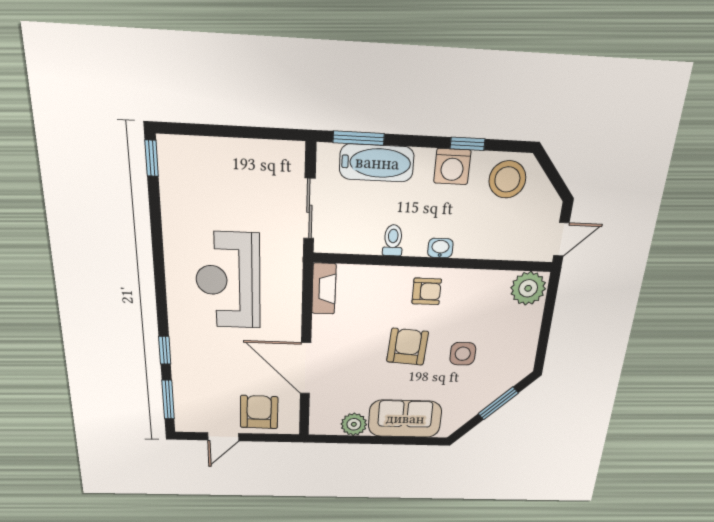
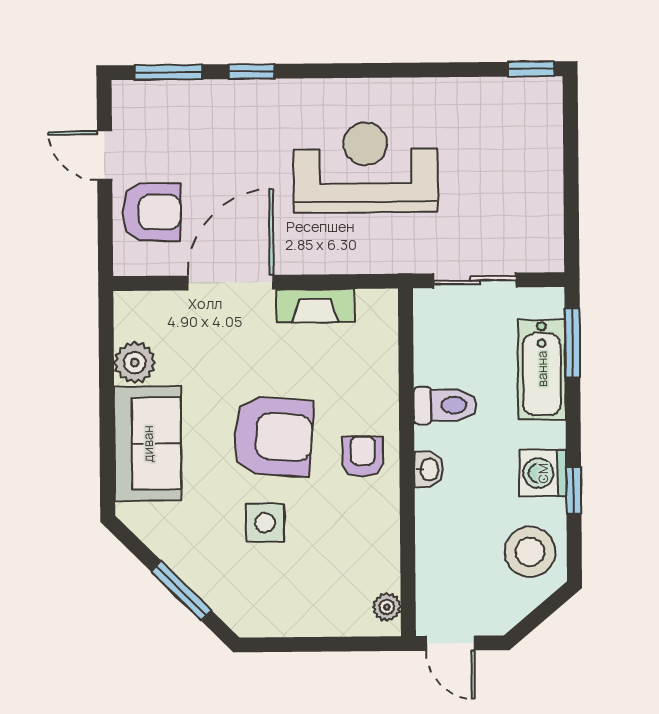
toilet: (393, 240) -> (445, 405), width x1.37, depth x1.39
plant: (528, 288) -> (387, 607), width x0.53, depth x0.53
fireplace: (324, 289) -> (315, 306), moved
armchair: (427, 291) -> (363, 456), turned 180
armchair: (408, 347) -> (273, 436), width x1.36, depth x1.36

